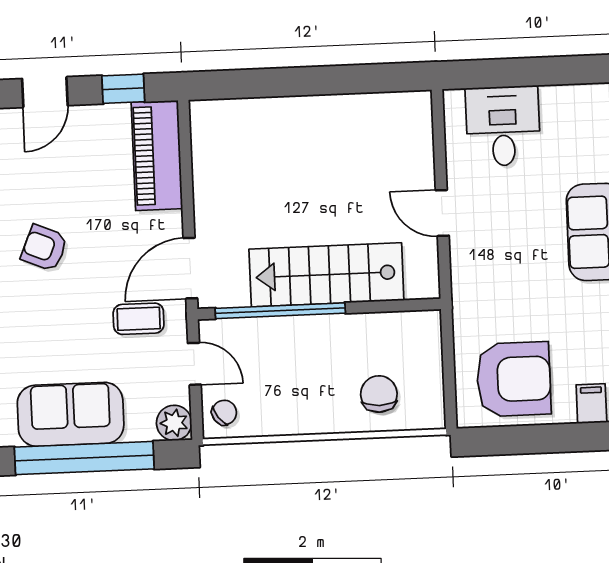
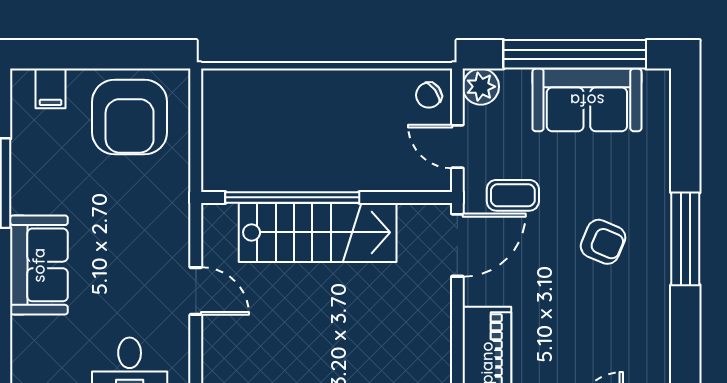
armchair: (44, 248) -> (603, 242), moved
window: (280, 311) -> (292, 197), moved
armchair: (514, 379) -> (130, 117), turned -90
chair: (379, 394) -> (269, 108), removed

